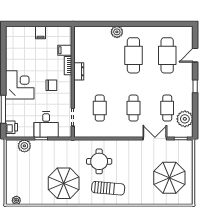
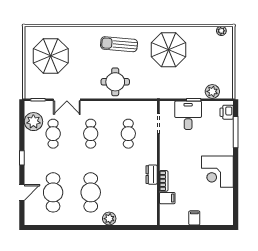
corner desk: (20, 85) -> (217, 172), moved
chair: (51, 85) -> (182, 159), removed
round table: (99, 161) -> (115, 82), moved

